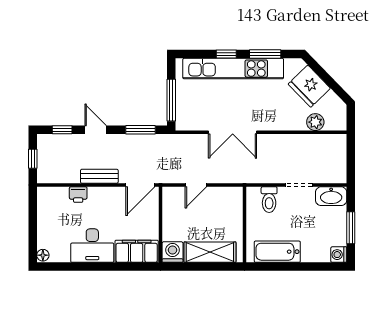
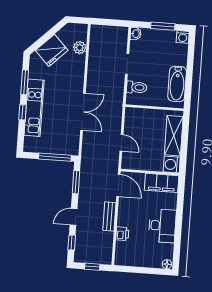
kitchen unit: (233, 69) -> (34, 108), width x0.73
washbasin: (331, 196) -> (136, 34), width x0.52, depth x0.69
filing cabinet: (137, 251) -> (162, 183), moved, turned -90

